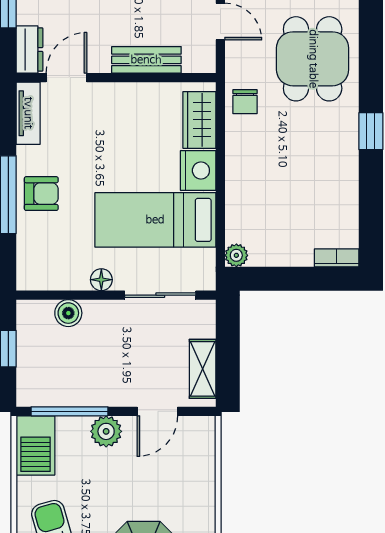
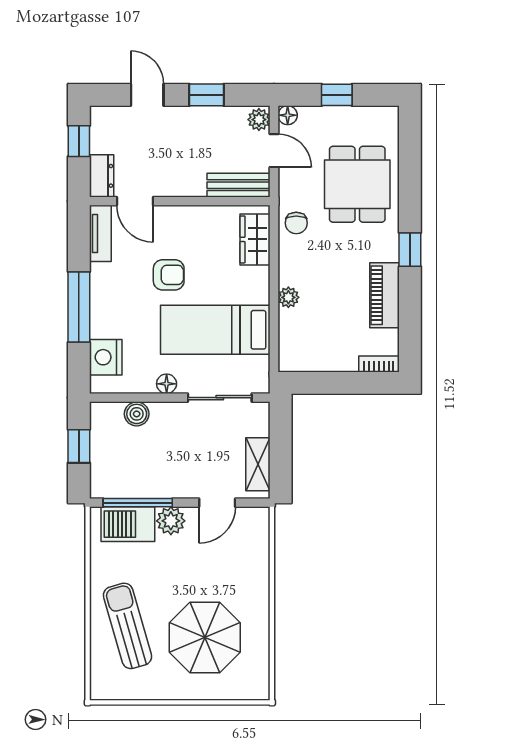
bench: (146, 60) -> (239, 185), moved
door: (66, 78) -> (135, 201), swing flipped
nightstand: (198, 170) -> (106, 357), moved, turned 180
piano: (343, 182) -> (385, 295), added
armchair: (41, 194) -> (169, 275), moved
plant: (236, 255) -> (288, 297), moved
barbecue: (36, 445) -> (128, 524), moved, turned 90

